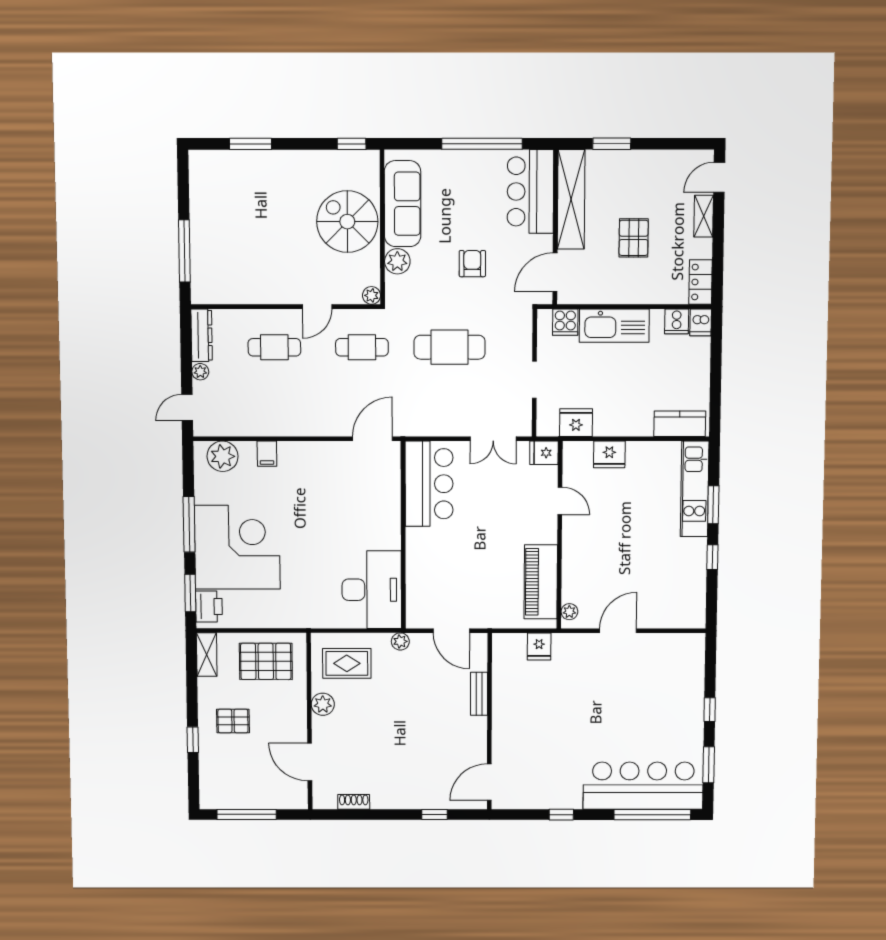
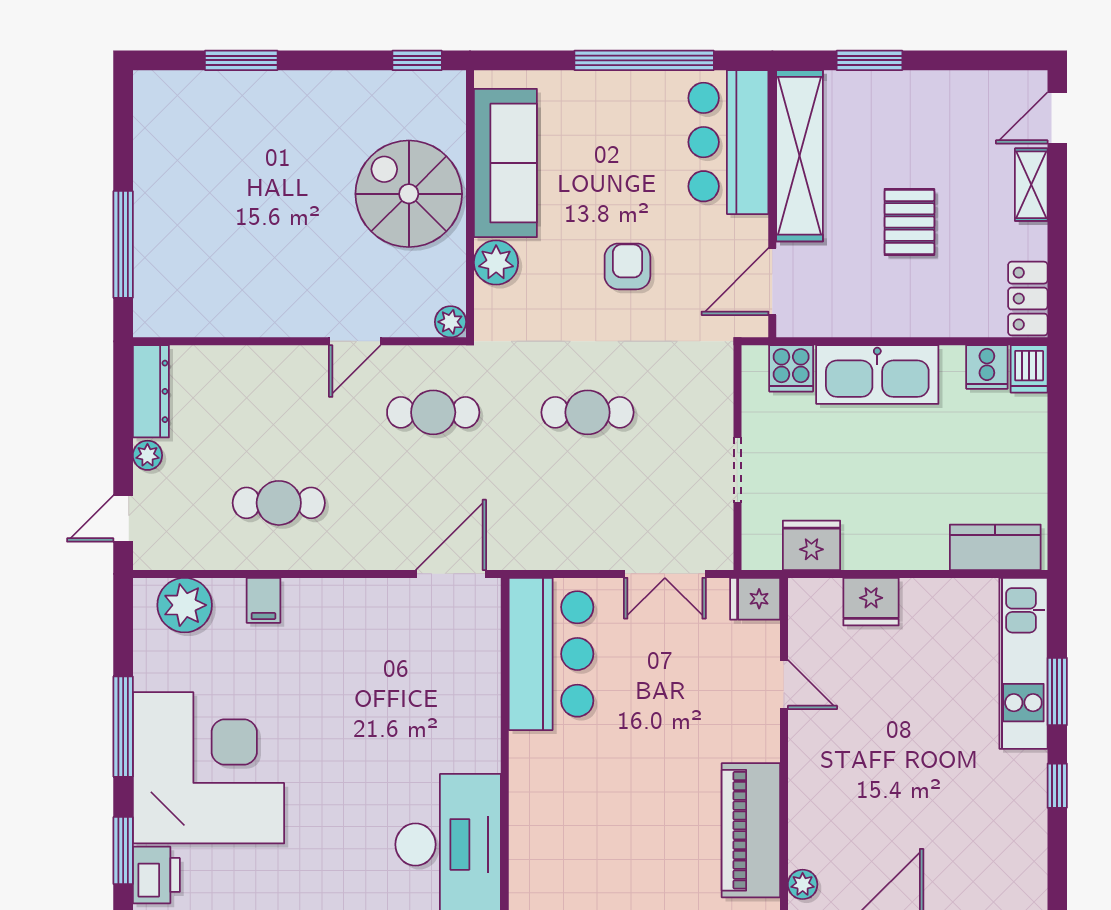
cafe table: (274, 347) -> (279, 503), moved
cafe table: (450, 347) -> (588, 412), width x0.73, depth x0.74

